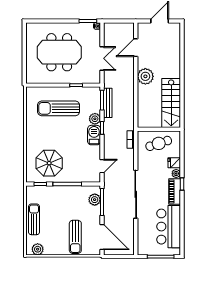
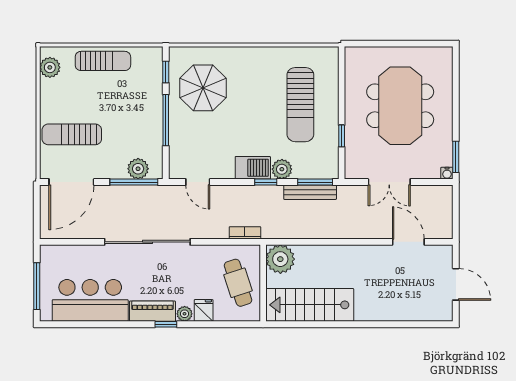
plant: (145, 76) -> (280, 259), moved
sun lounger: (59, 108) -> (300, 105), turned 180

